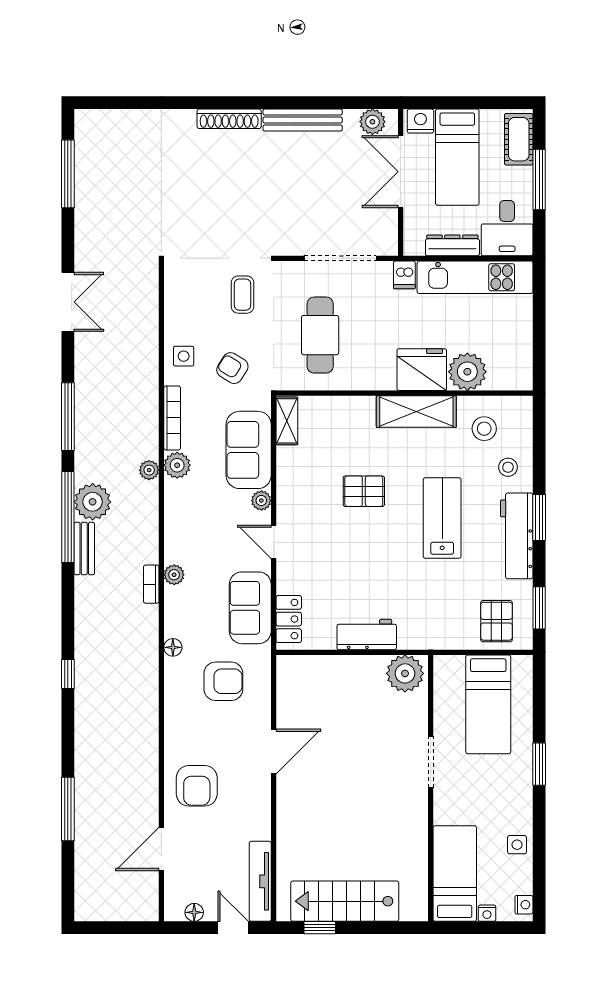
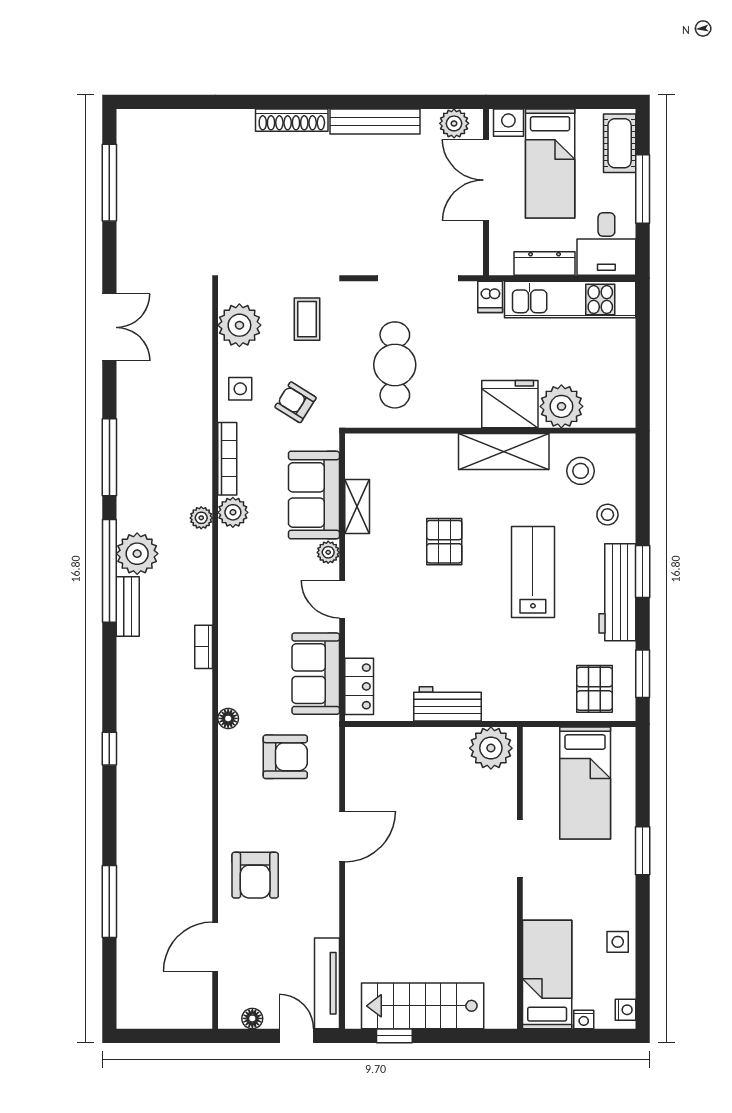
shelving: (287, 421) -> (357, 506), moved
pallet: (364, 491) -> (444, 542), turned 90
plant: (174, 575) -> (239, 325), moved, width x1.88, depth x1.88

